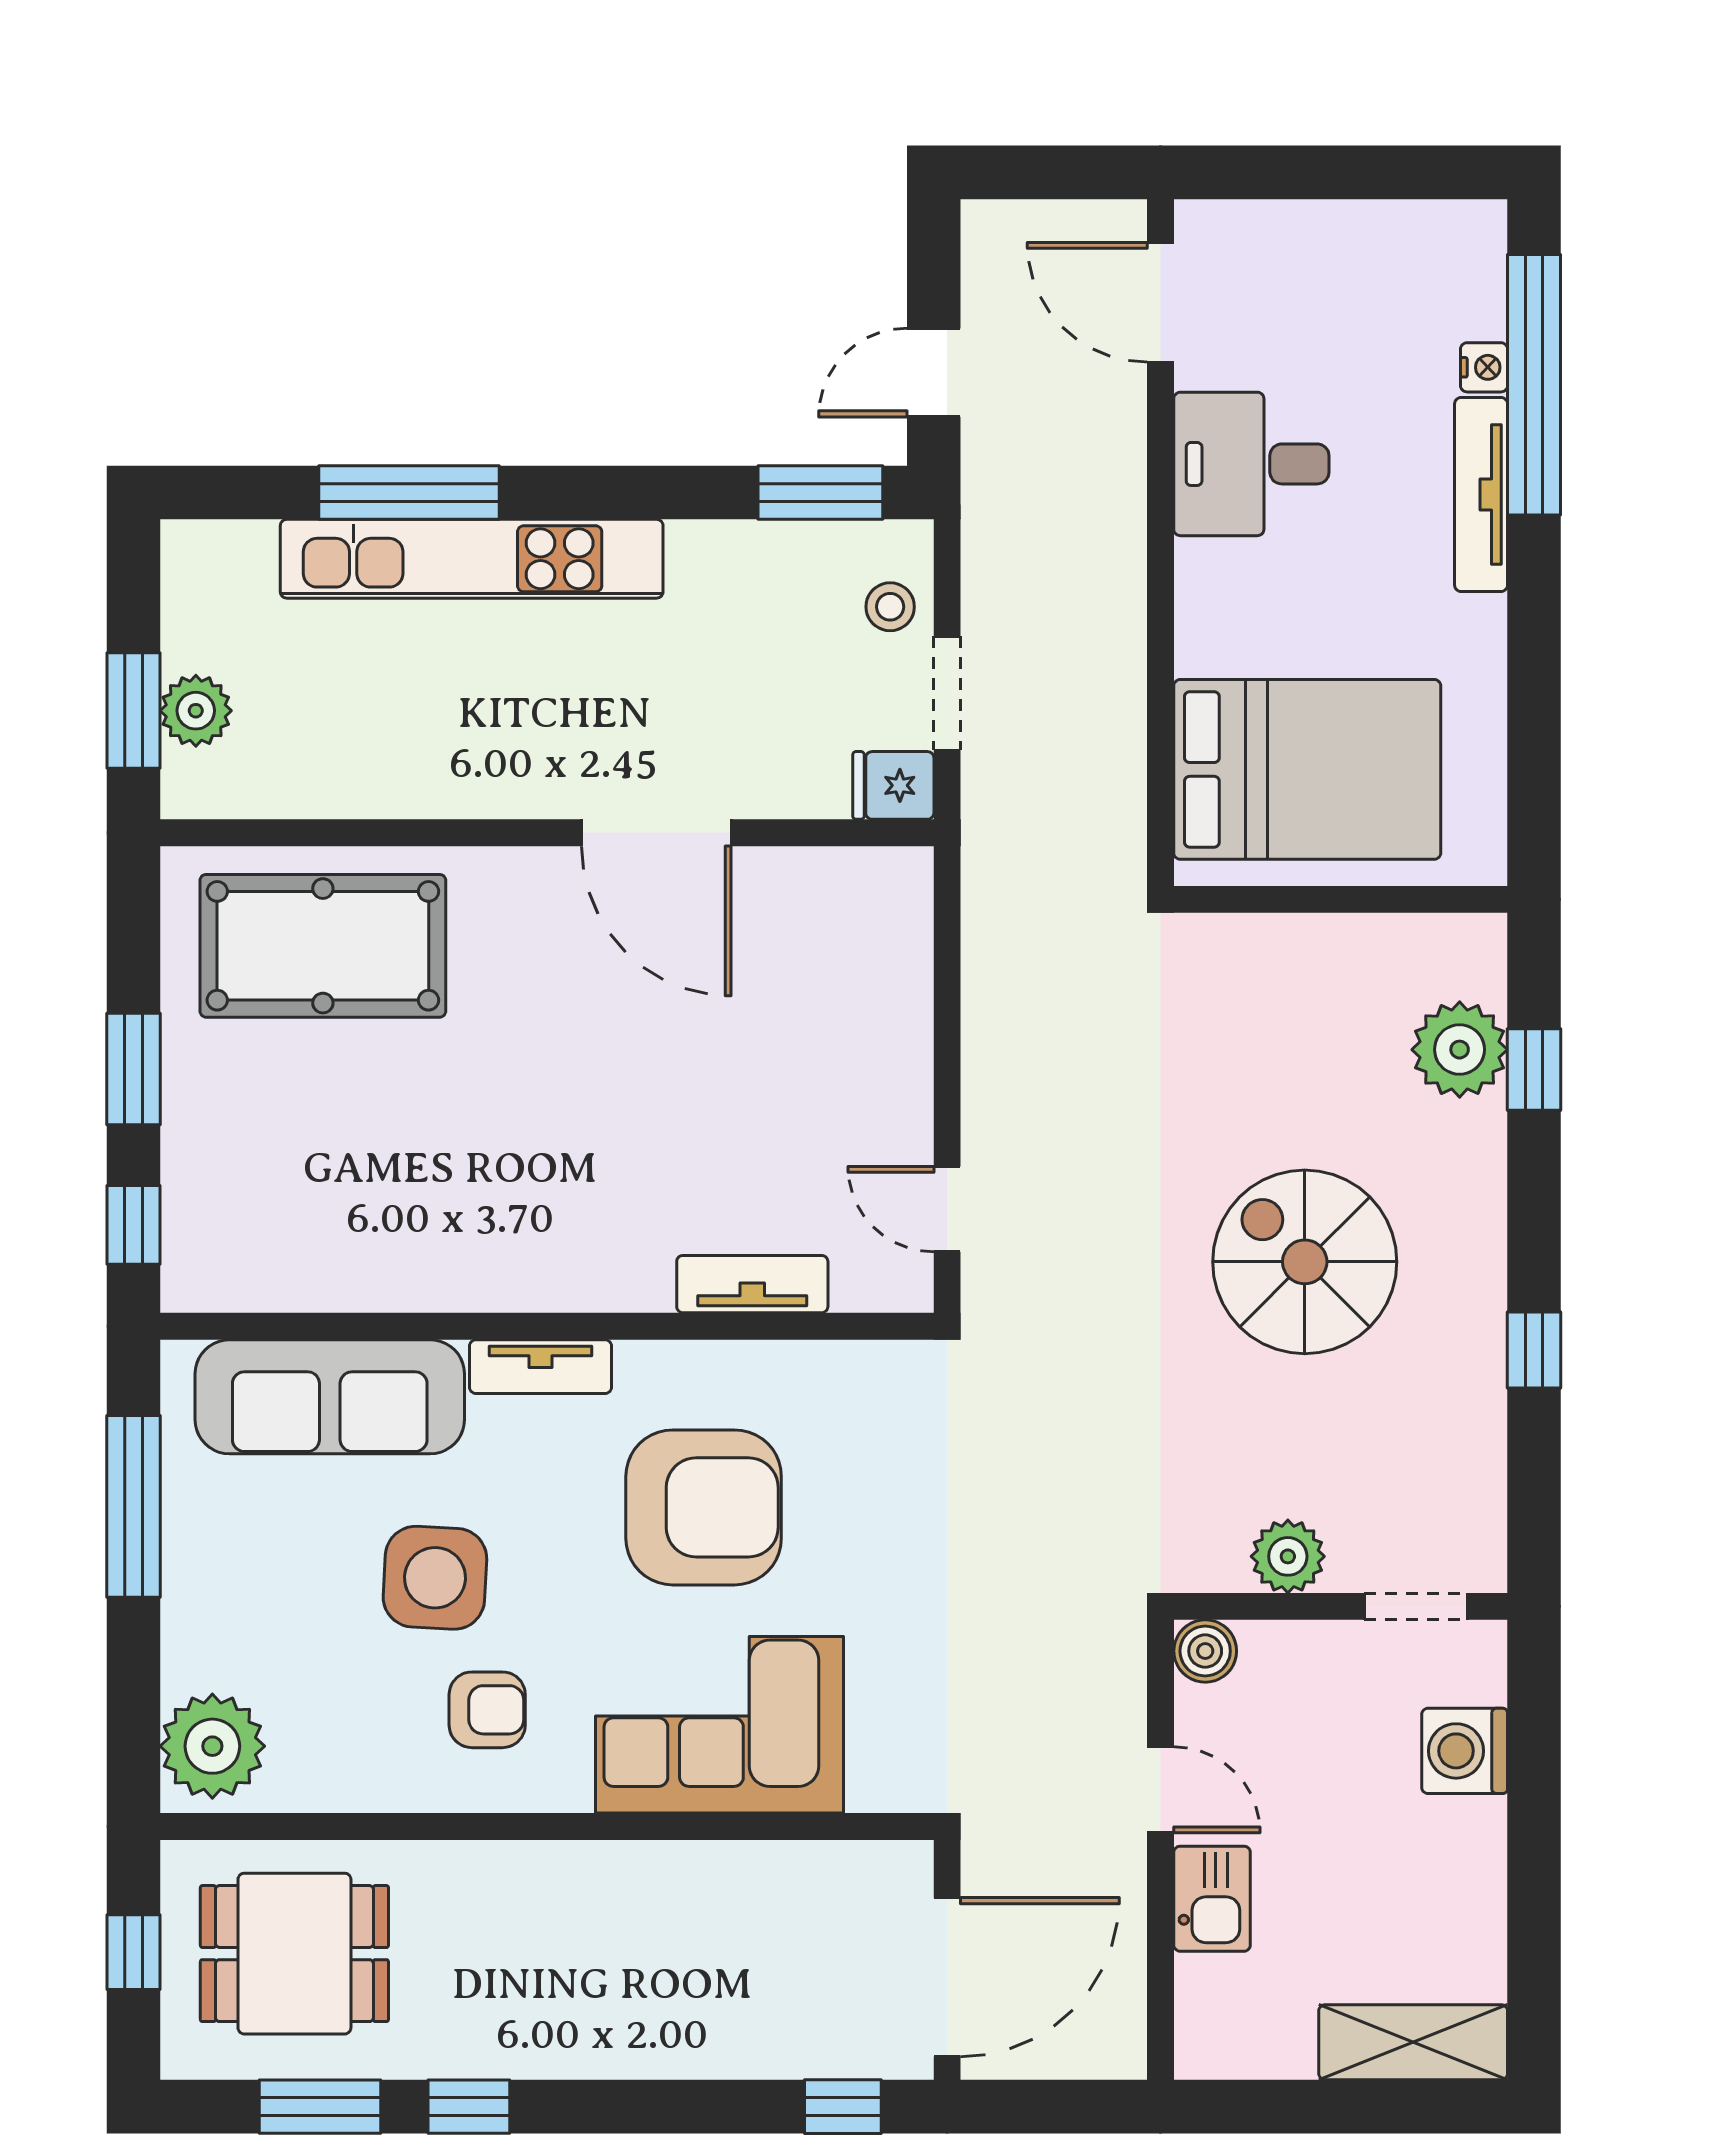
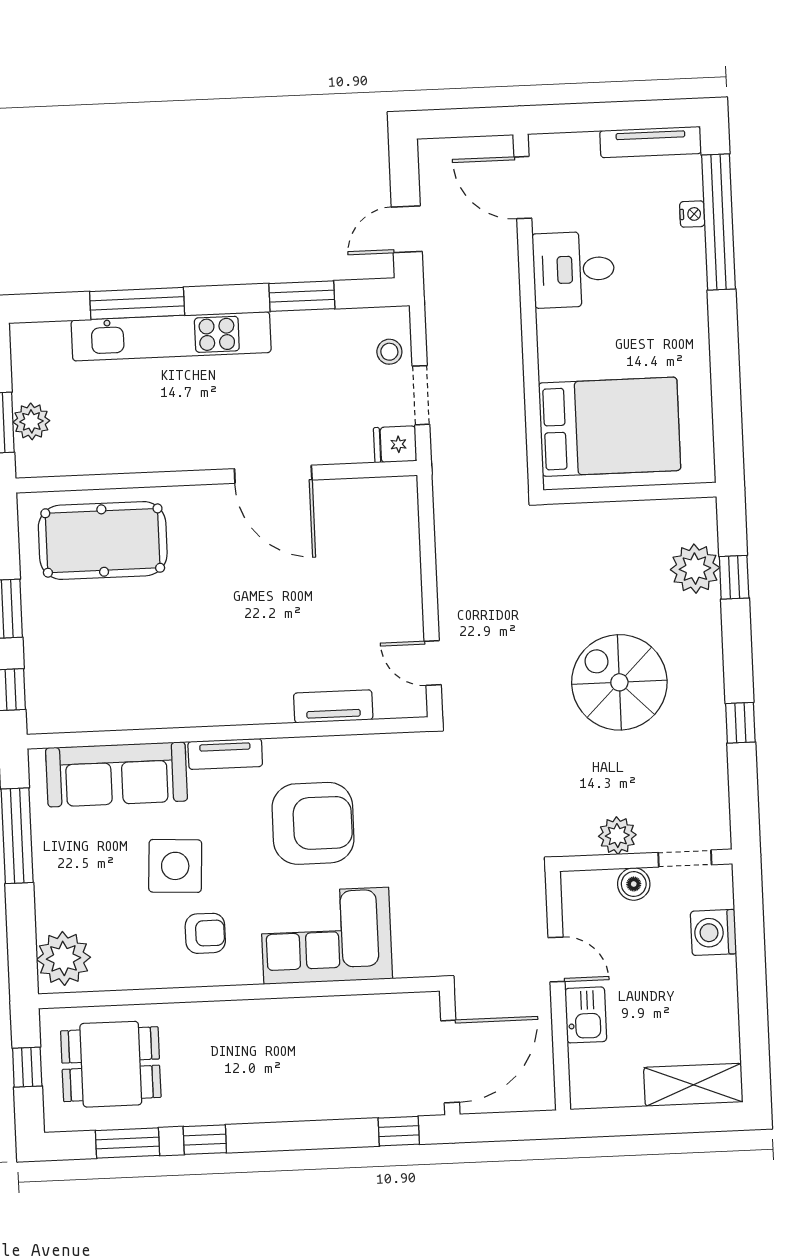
window: (820, 493) -> (302, 296), moved
tv unit: (1481, 495) -> (651, 142), moved, turned -90
boiler: (1205, 1651) -> (634, 884), moved

